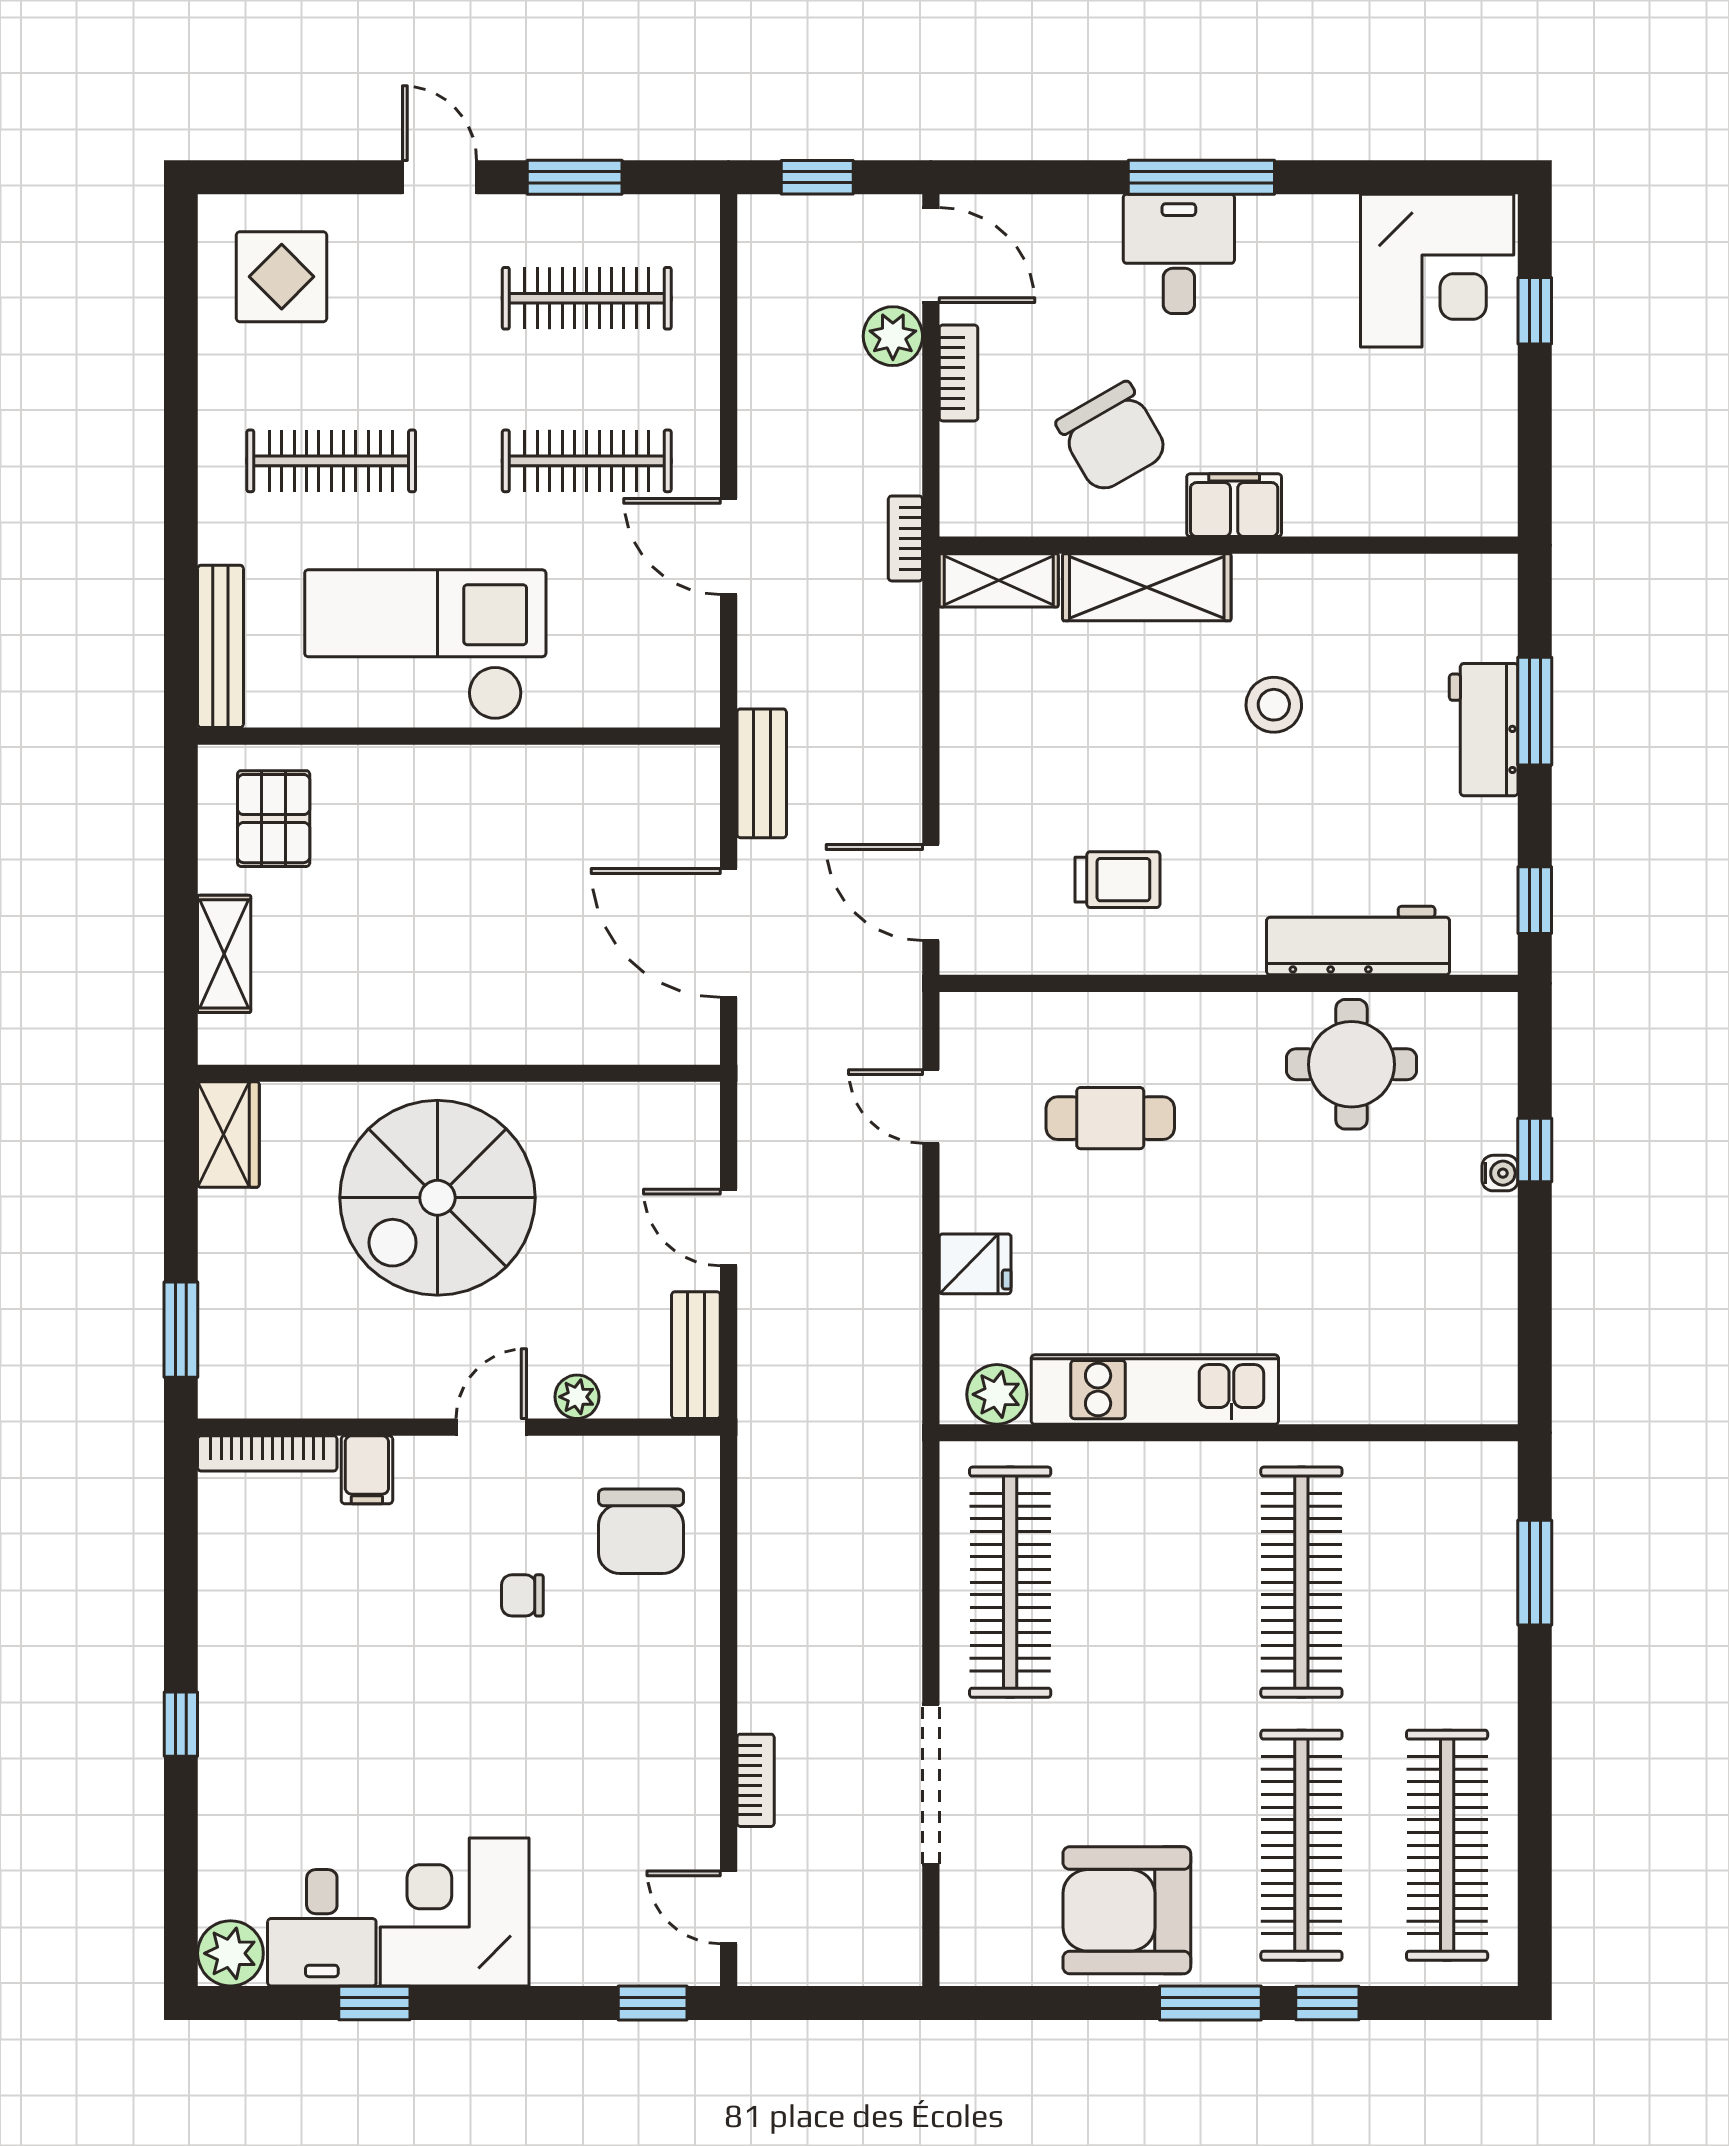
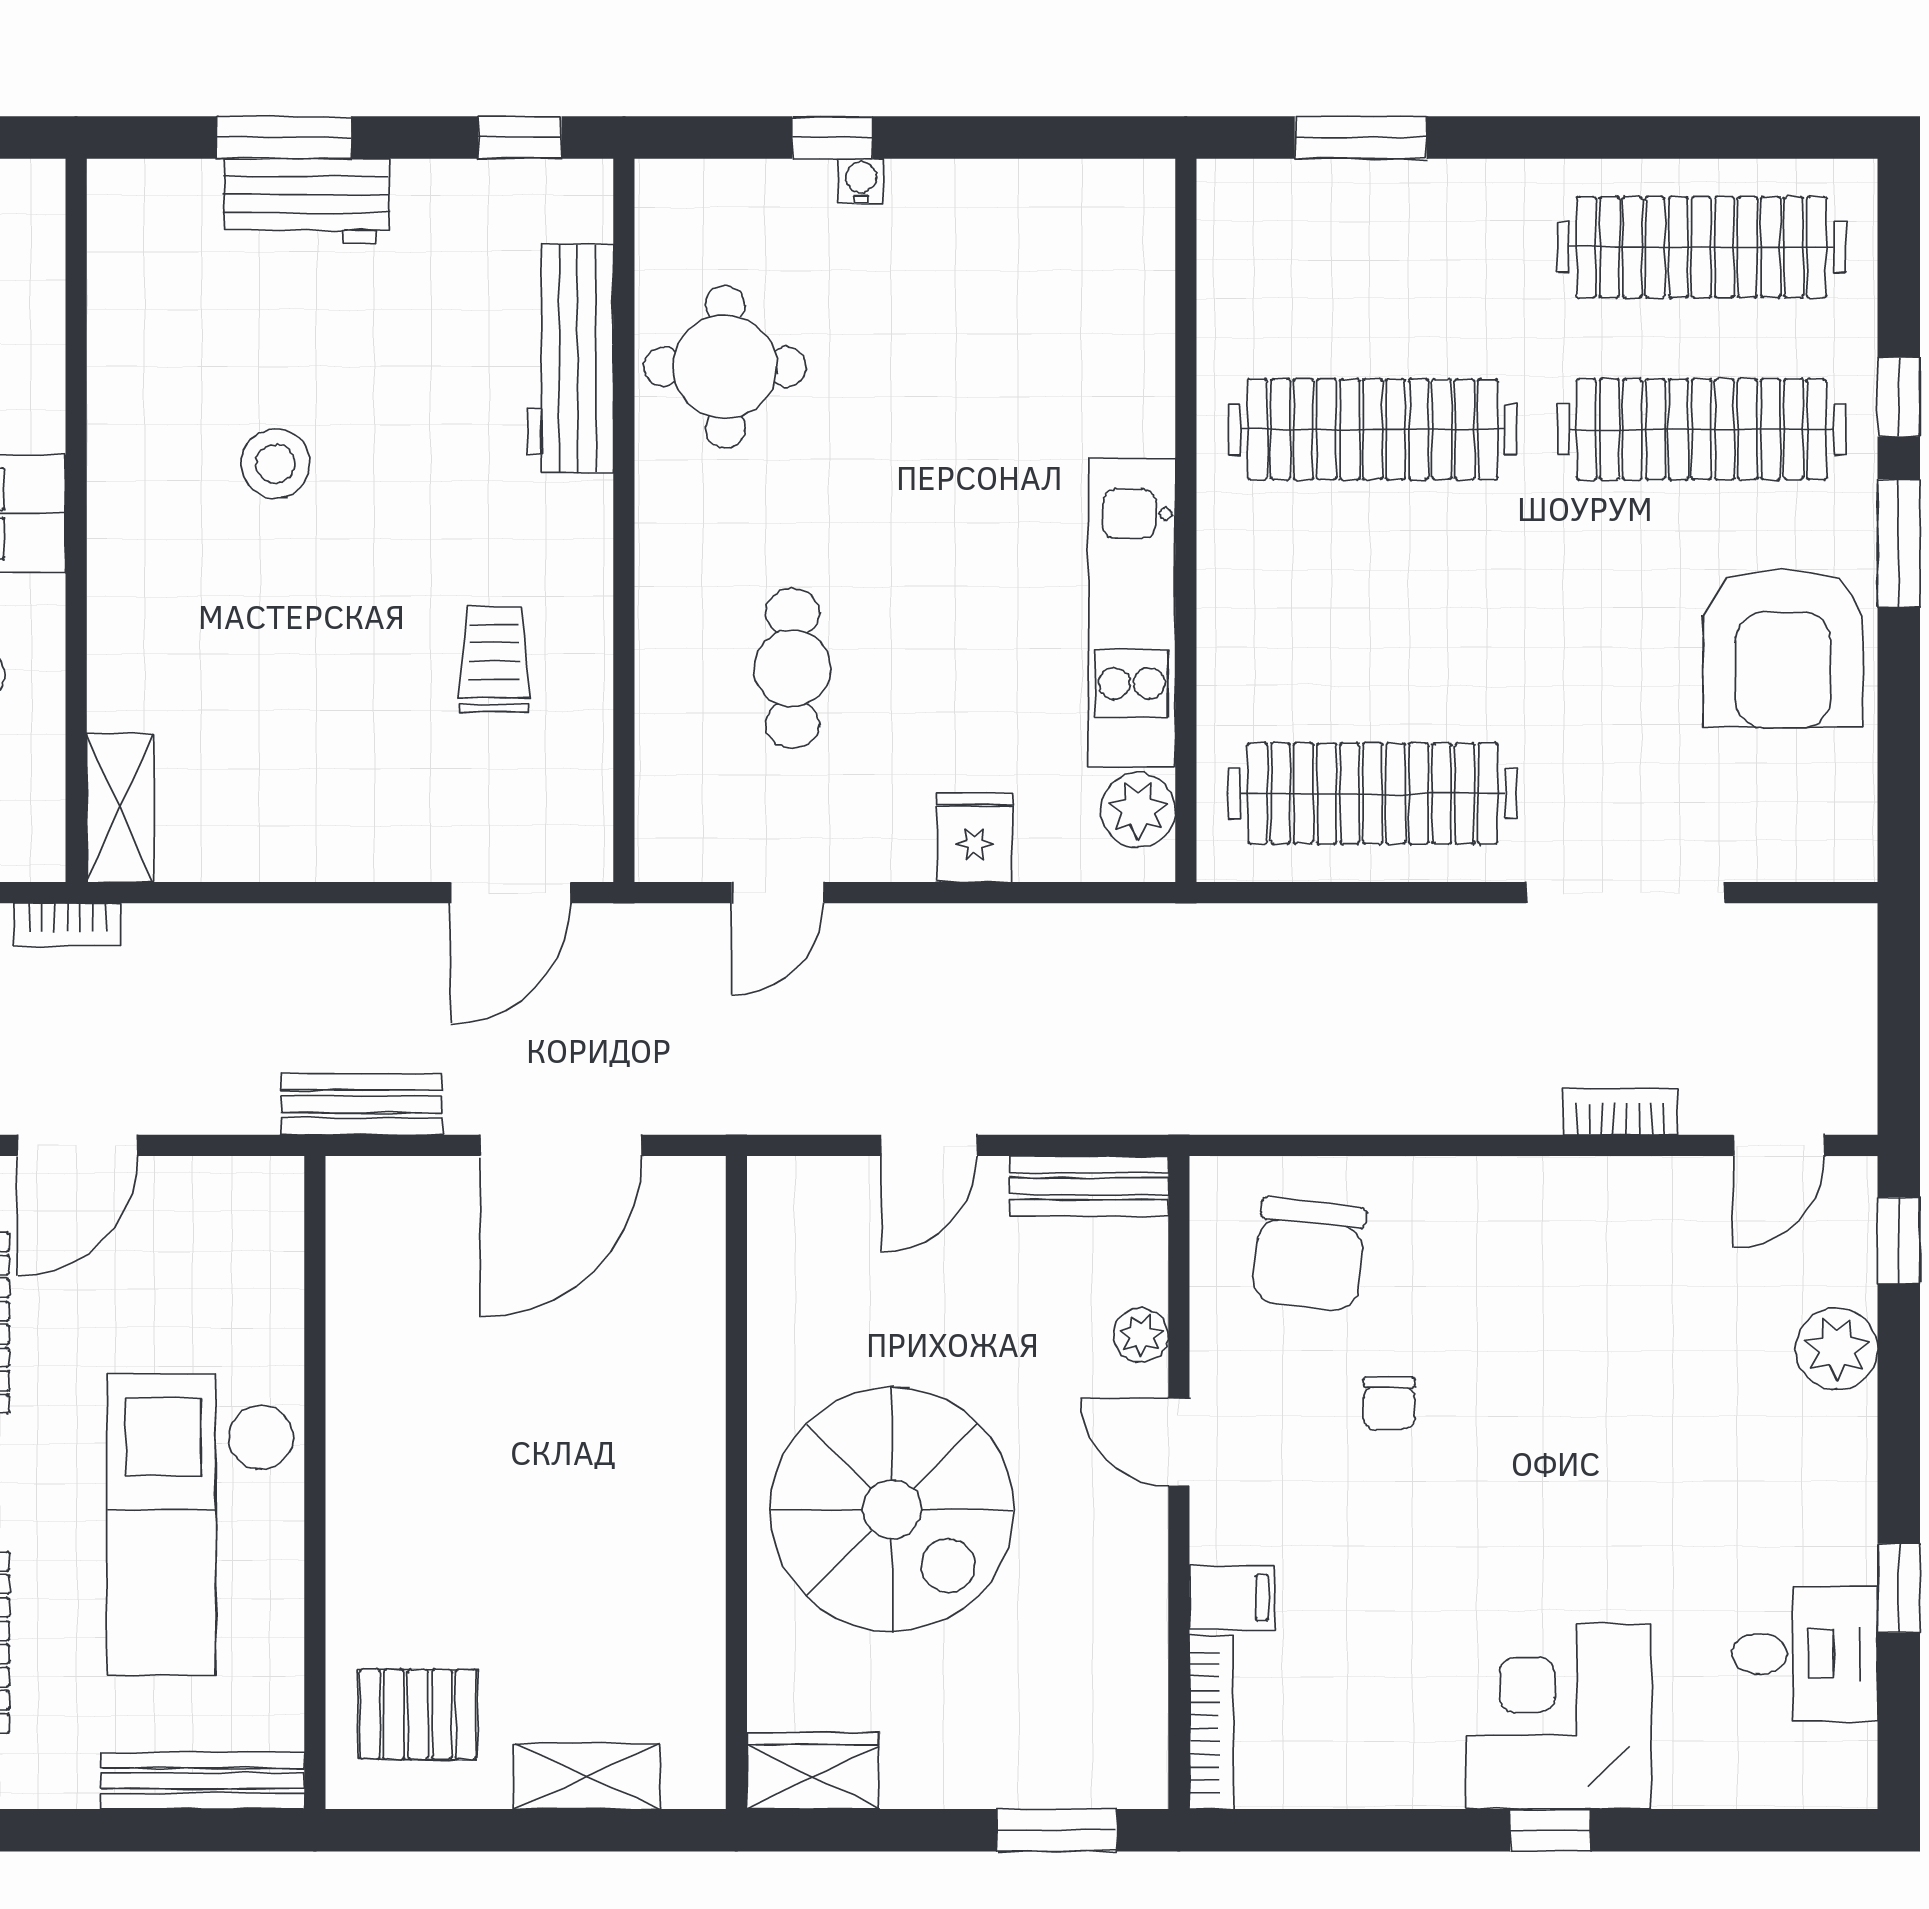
shelving: (1147, 587) -> (129, 623), removed
chair: (641, 1531) -> (1309, 1255), turned 96
corner desk: (455, 1912) -> (1559, 1716), moved, turned 90
plant: (230, 1953) -> (1837, 1349), moved

